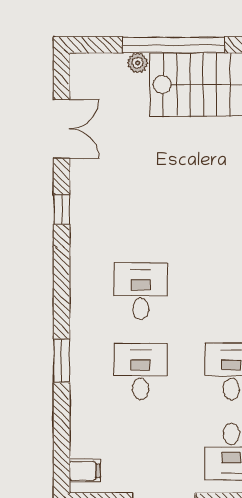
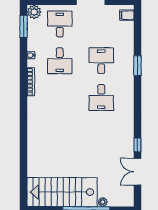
window: (62, 210) -> (137, 145), moved
desk: (141, 371) -> (101, 61), turned 180

